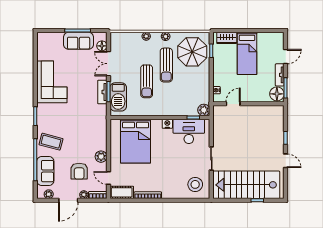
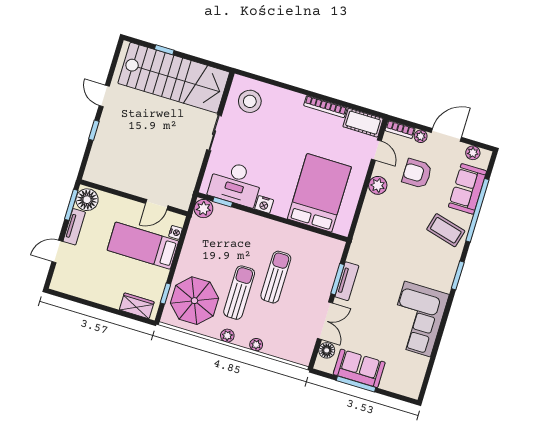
bed: (247, 53) -> (143, 246), moved, turned -90
barbecue: (118, 97) -> (325, 267), removed
armchair: (79, 171) -> (417, 173), turned -90

